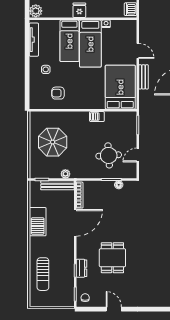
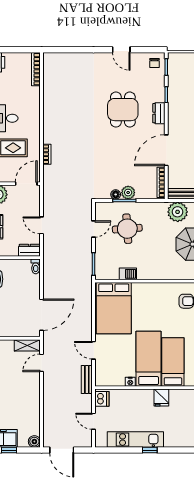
bench: (143, 77) -> (87, 380), moved
barbecue: (97, 117) -> (128, 274), moved
plant: (65, 174) -> (178, 212), width x1.87, depth x1.87
plant: (108, 186) -> (128, 193), added
dresser: (81, 268) -> (159, 113), moved

